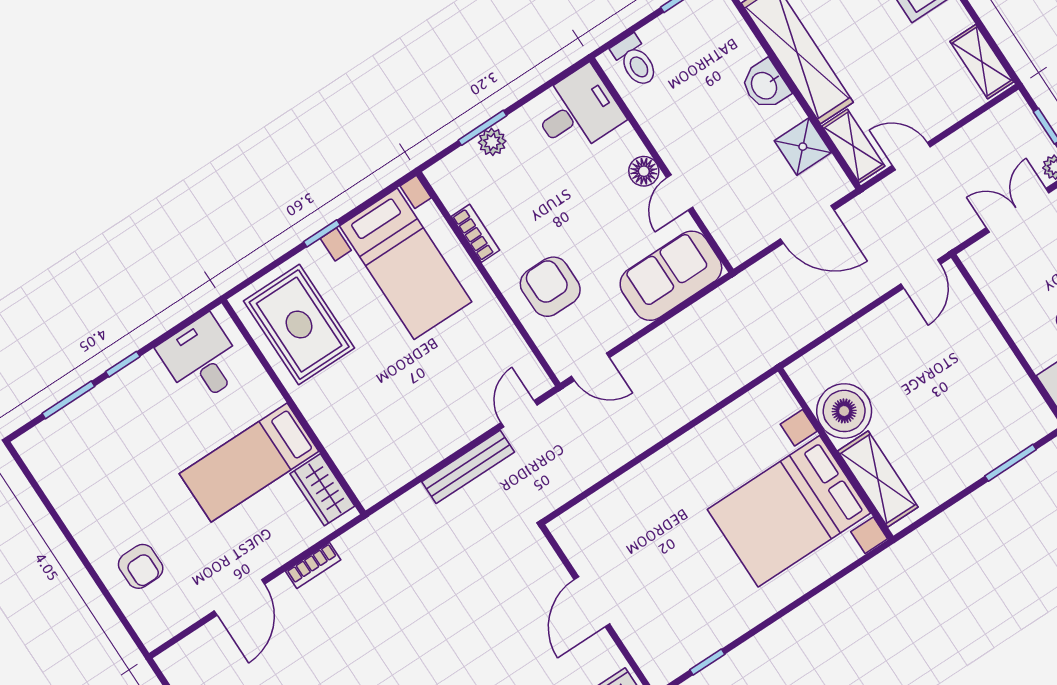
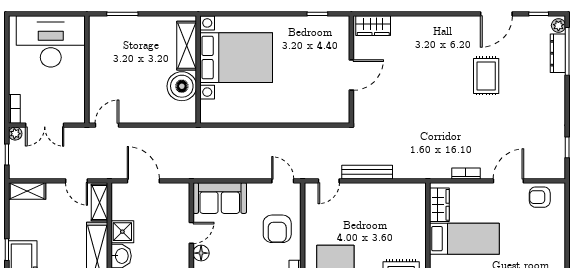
shelving: (982, 62) -> (27, 191), moved, turned 90
shower: (803, 147) -> (122, 232), moved
armchair: (141, 566) -> (540, 197), moved, turned -90

